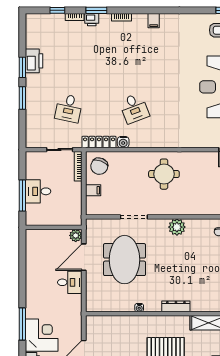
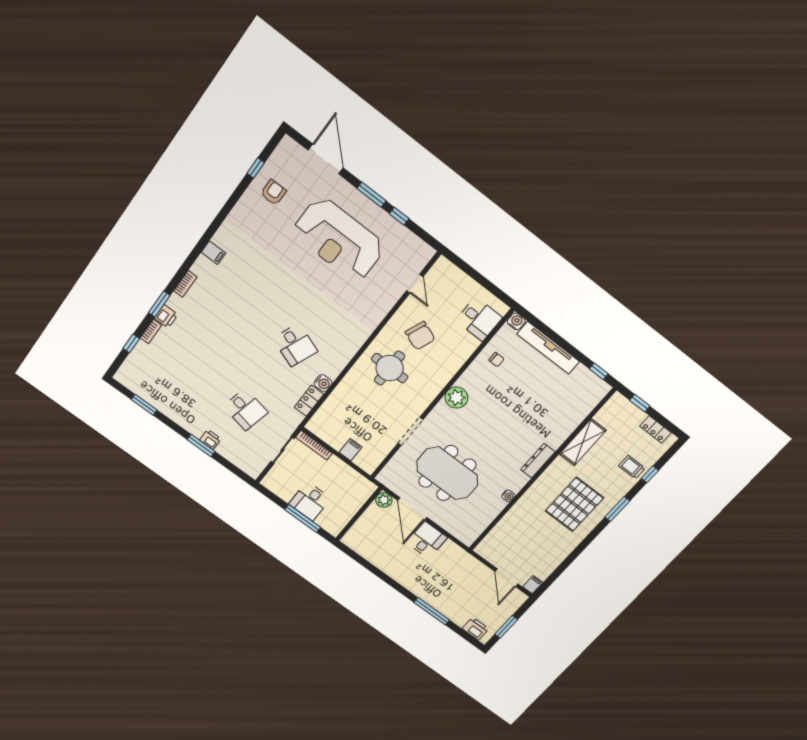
printer: (34, 61) -> (210, 439), moved, width x0.53, depth x0.68
window: (22, 67) -> (144, 405), moved
desk: (134, 108) -> (295, 345), turned 42
locker: (99, 142) -> (309, 401), width x0.66
chair: (99, 166) -> (420, 336), moved
corner desk: (42, 335) -> (457, 603), removed

